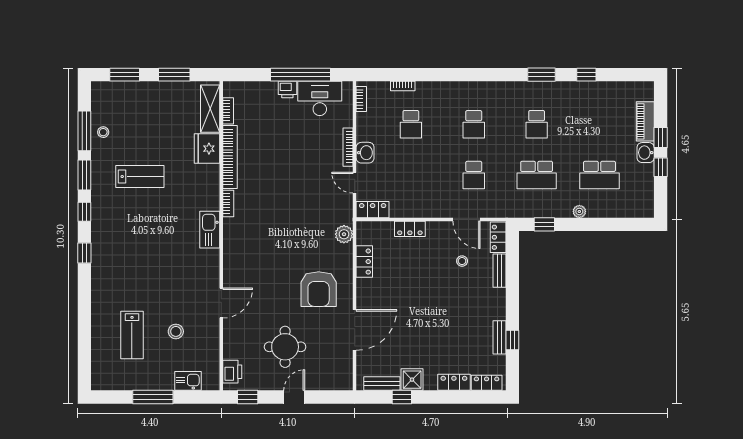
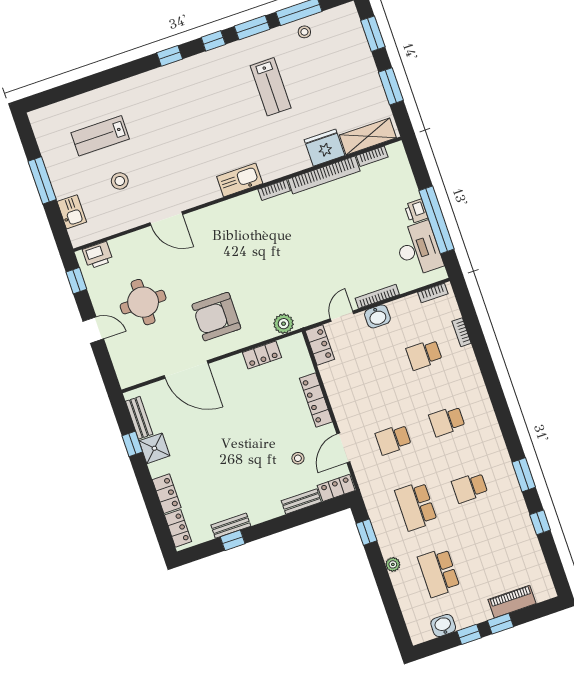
washbasin: (646, 153) -> (443, 625), moved
locker: (410, 229) -> (316, 400), width x1.53

